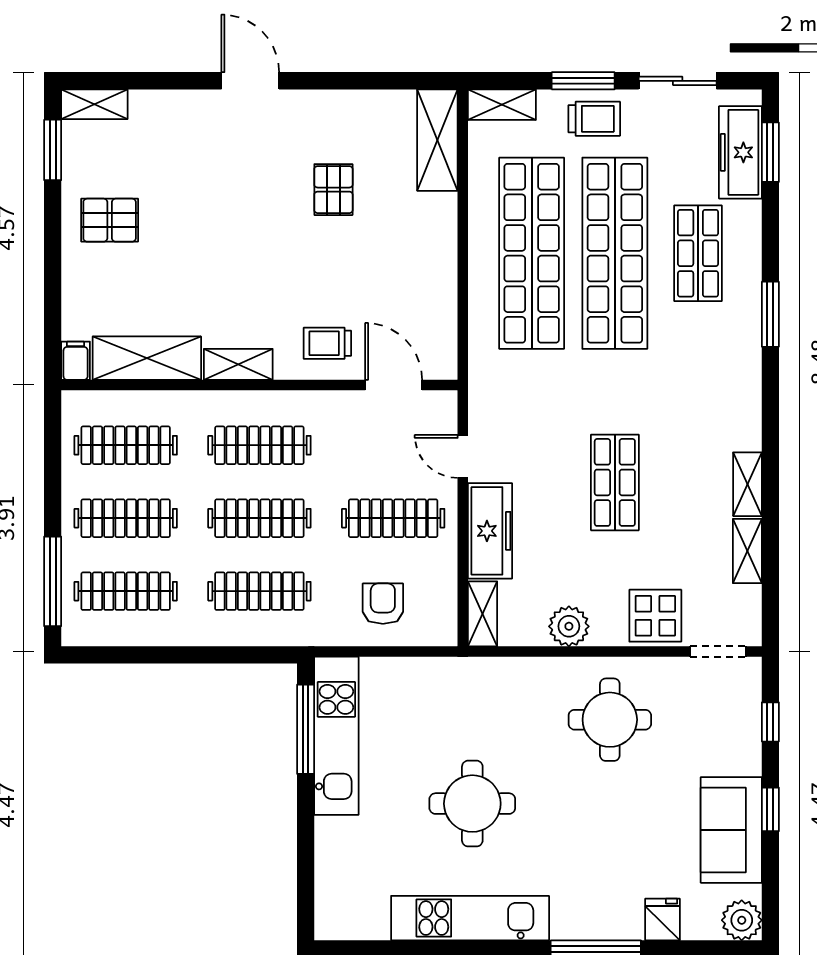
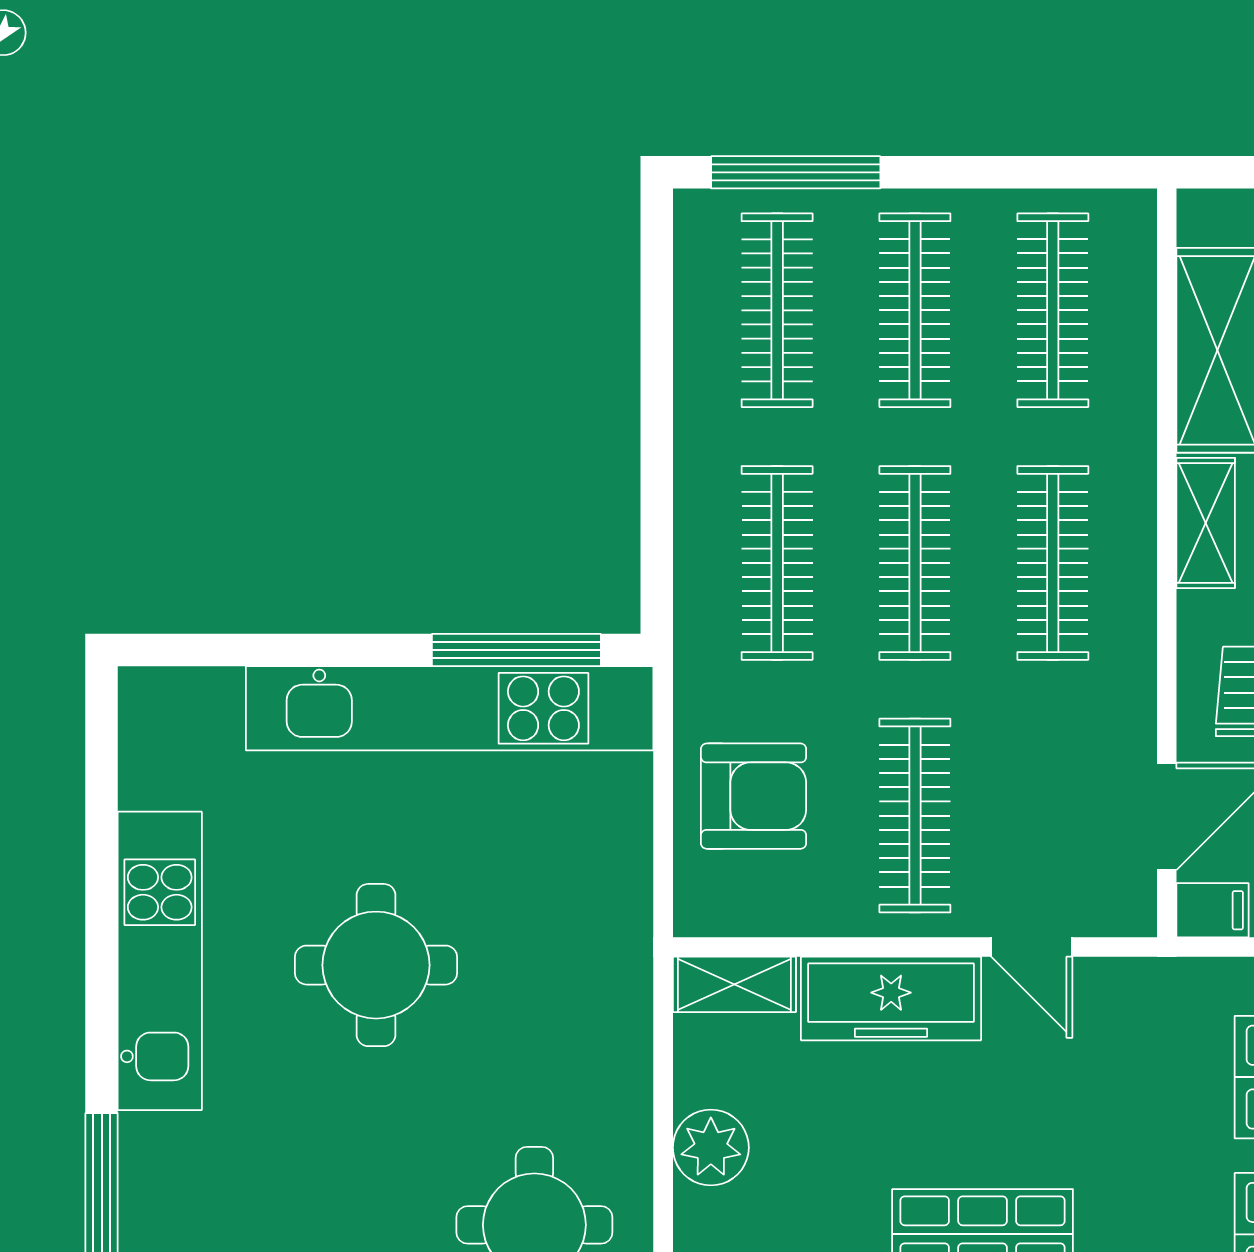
filing cabinet: (76, 361) -> (1213, 910), moved
door: (463, 456) -> (1032, 947), swing flipped
armchair: (383, 604) -> (754, 796), width x1.38, depth x1.38
kitchen unit: (336, 736) -> (450, 708), width x1.36

